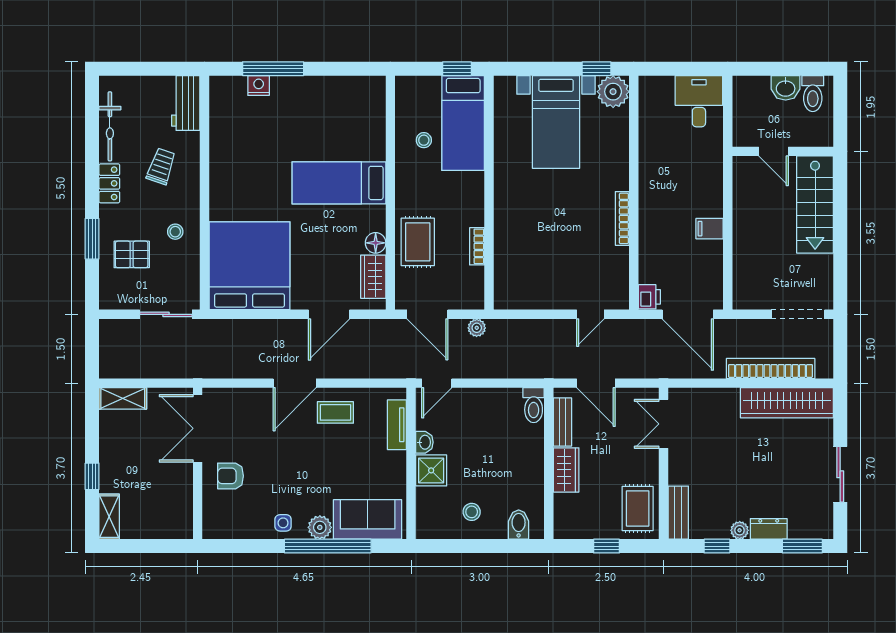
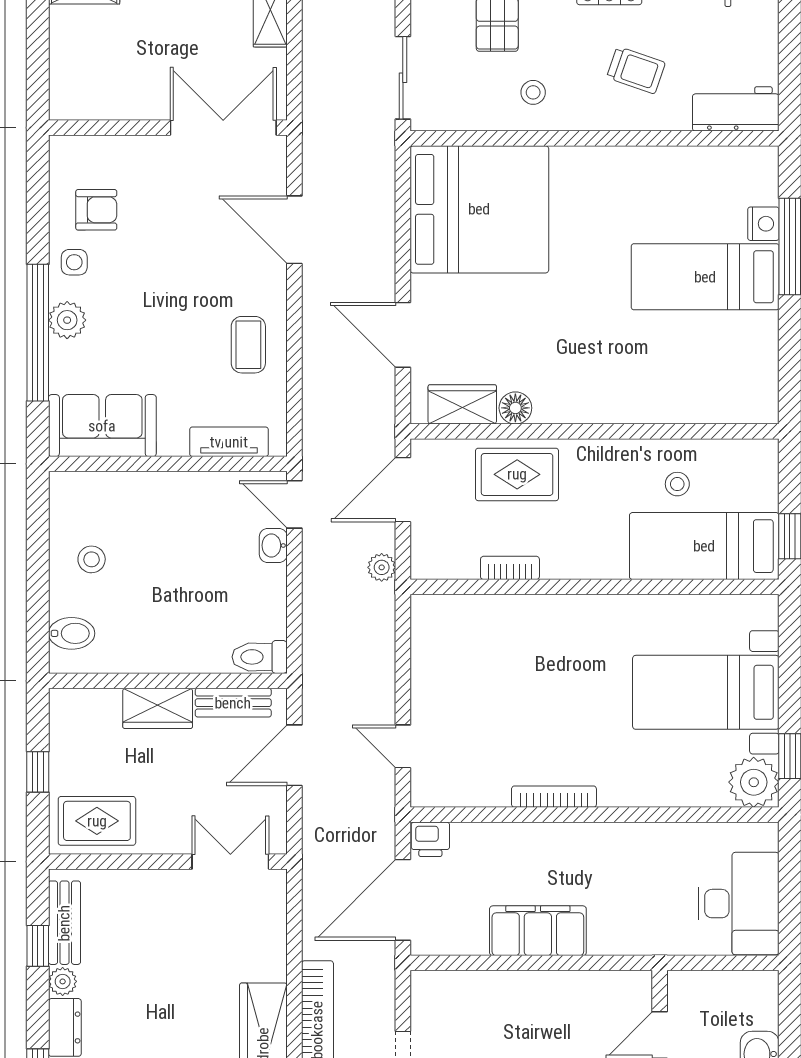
desk: (699, 101) -> (739, 904), width x1.37
bed: (339, 183) -> (705, 277), moved, turned -90
filing cabinet: (710, 229) -> (538, 931), width x3.00, depth x1.17
door: (295, 383) -> (294, 230), moved
washbasin: (424, 442) -> (273, 545), moved, turned 90
shower: (431, 470) -> (157, 496), removed
armchair: (231, 476) -> (96, 210), moved, turned 90
bench: (678, 513) -> (64, 923), moved, turned 90
sofa: (368, 519) -> (102, 426), moved, turned -90

